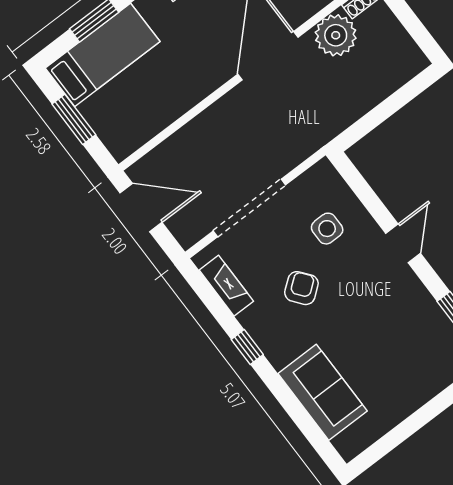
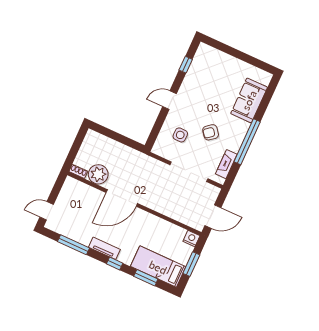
nightstand: (122, 145) -> (191, 238), added
door: (141, 208) -> (213, 217), swing flipped
window: (247, 347) -> (247, 142), width x3.17

